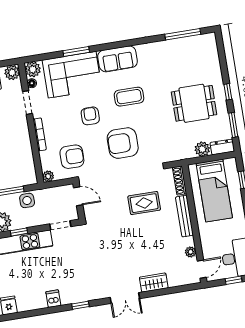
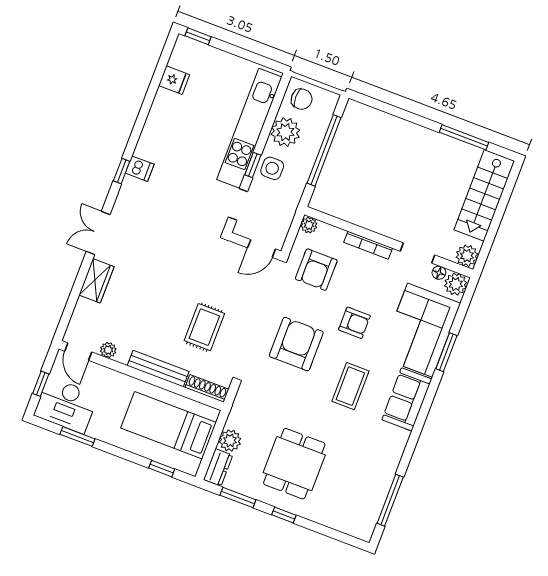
side table: (27, 200) -> (272, 168), moved
window: (19, 232) -> (253, 165), moved
dishwasher: (53, 299) -> (140, 169), moved

